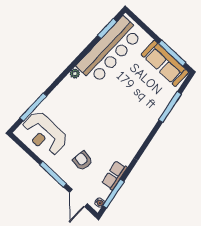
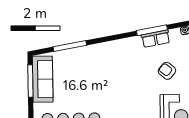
armchair: (83, 161) -> (167, 71), turned 122
window: (113, 194) -> (152, 30), moved

